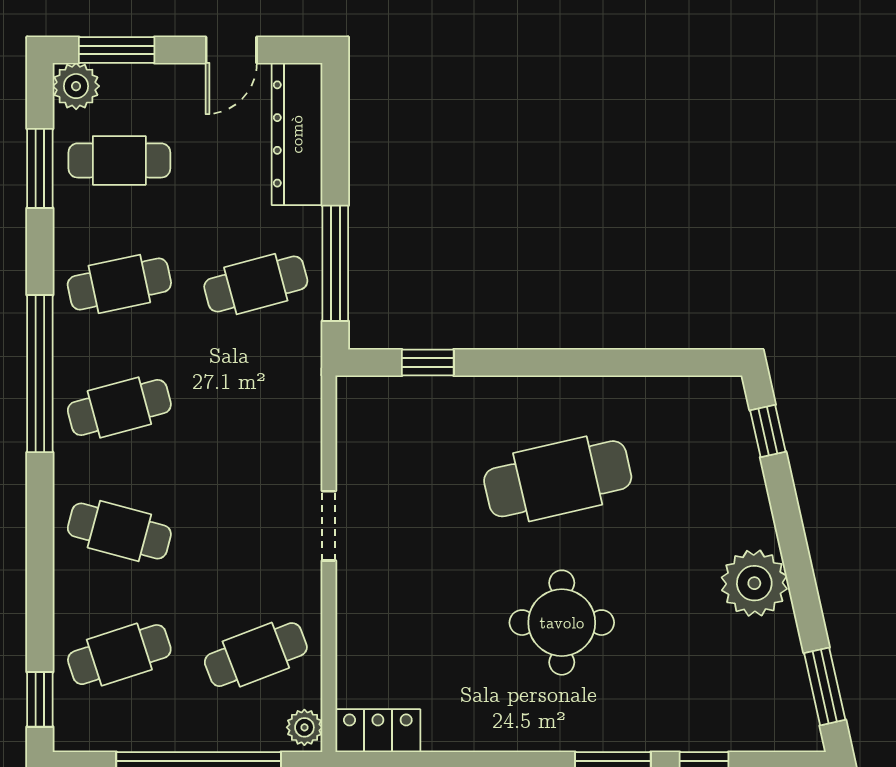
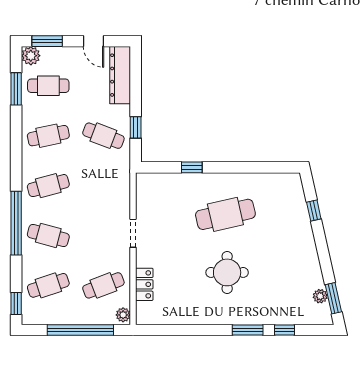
door: (231, 50) -> (94, 41), hinge flipped
window: (335, 263) -> (136, 127), width x0.46
cafe table: (256, 284) -> (103, 136), turned 36
window: (428, 363) -> (192, 167), moved
window: (40, 374) -> (16, 223), moved
window: (768, 431) -> (314, 210), moved
plant: (754, 583) -> (320, 296), moved, width x0.53, depth x0.53
locker: (378, 731) -> (144, 284), moved, turned 90

